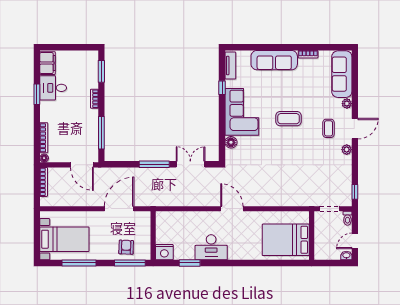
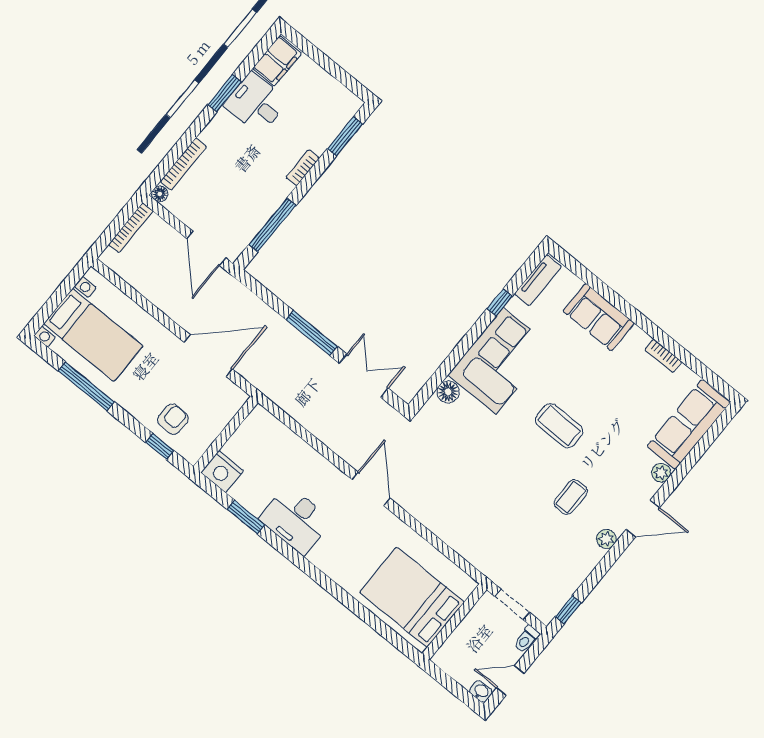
sofa: (274, 60) -> (599, 317), width x0.73
coffee table: (328, 128) -> (571, 497), moved
window: (130, 263) -> (160, 447), width x0.46

